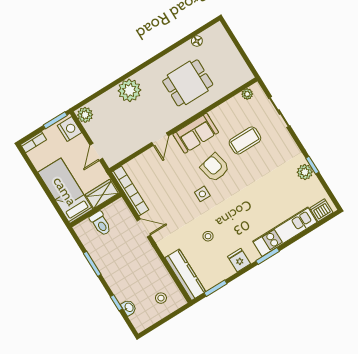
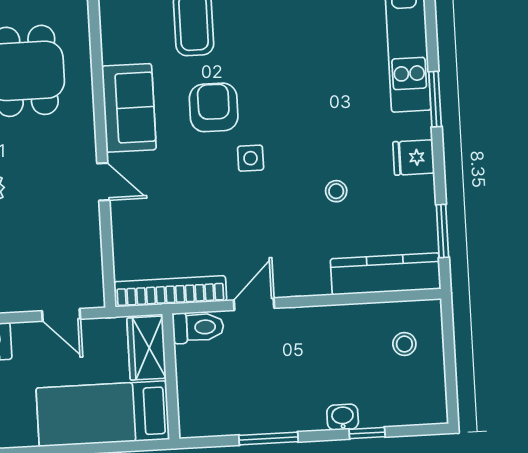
armchair: (215, 168) -> (214, 107), turned 102
toilet: (100, 224) -> (198, 327), moved
washbasin: (129, 308) -> (343, 417), moved

